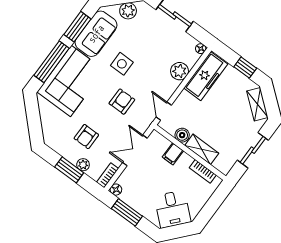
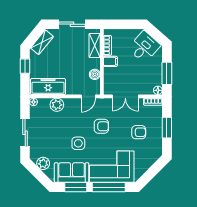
armchair: (122, 102) -> (101, 126), turned 180
shelving: (202, 149) -> (95, 45), moved
filing cabinet: (173, 154) -> (110, 61), moved
plant: (83, 165) -> (157, 122), removed

